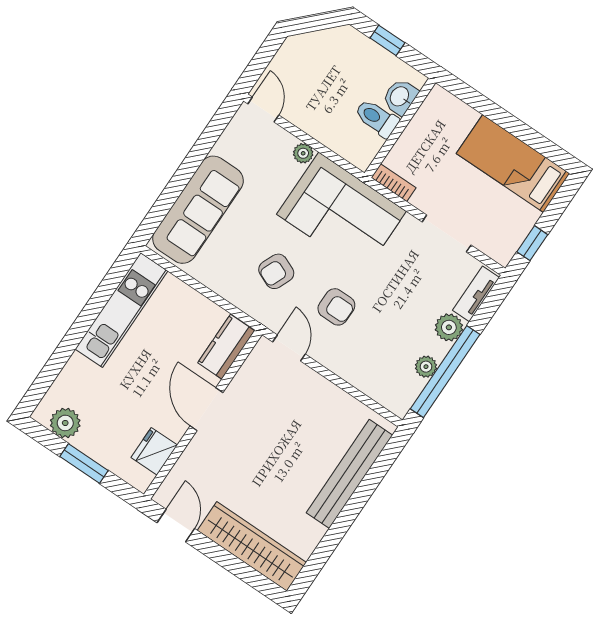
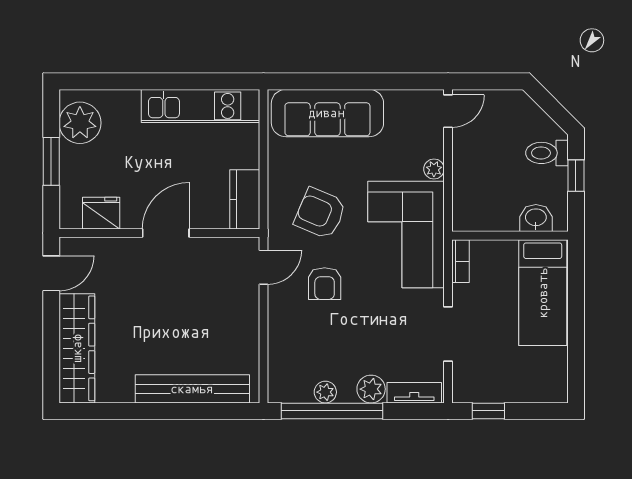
toilet: (377, 118) -> (547, 153), moved, turned -90
bed: (513, 163) -> (543, 293), moved, turned 180
armchair: (276, 271) -> (320, 213), width x1.38, depth x1.38
kitchen counter: (226, 347) -> (245, 199), moved, turned -90
plant: (65, 423) -> (80, 123), width x1.36, depth x1.36

